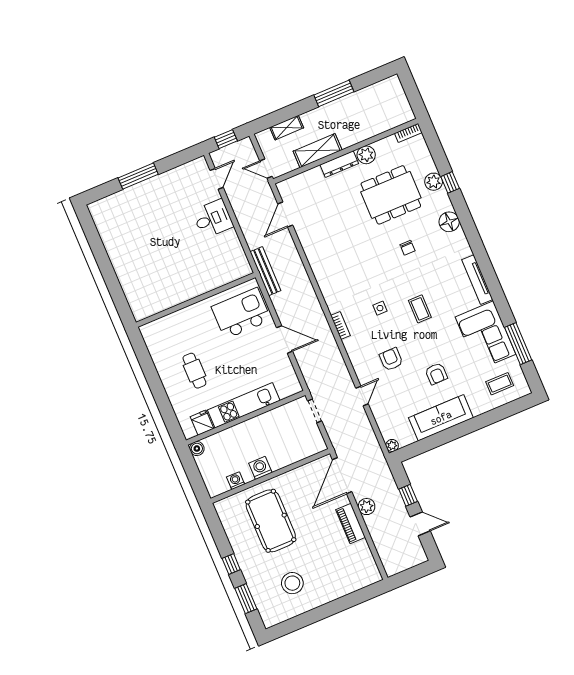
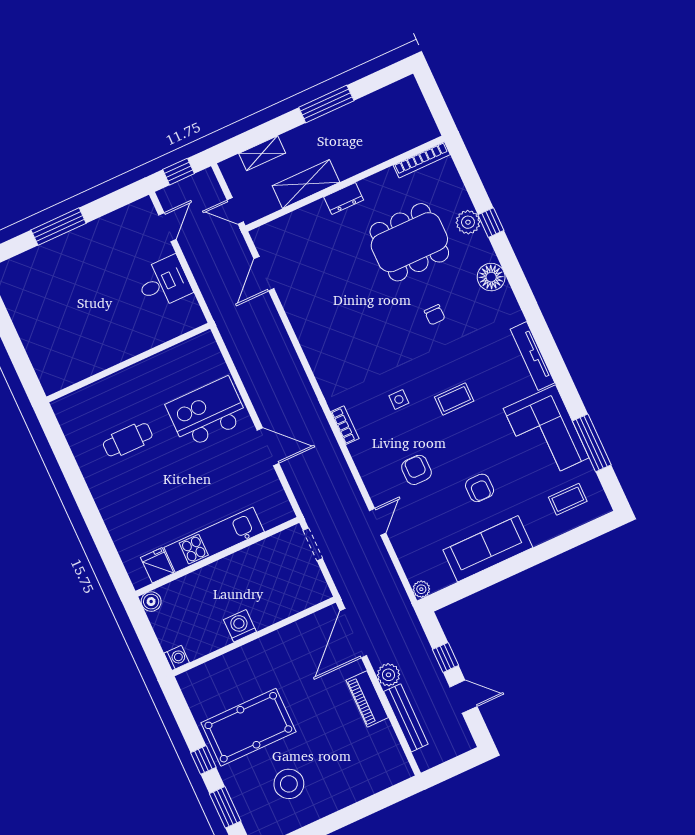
bookcase: (408, 133) -> (422, 160), width x1.56
plant: (366, 155) -> (374, 188), removed
dresser: (339, 164) -> (344, 198), width x0.70
bench: (265, 271) -> (406, 718), moved
wall: (196, 300) -> (128, 363), moved
coffee table: (420, 309) -> (454, 399), turned 90
cafe table: (194, 371) -> (128, 440), moved, turned 90
washing machine: (236, 481) -> (177, 658), moved, turned 90
pool table: (271, 521) -> (248, 727), moved, turned 90

